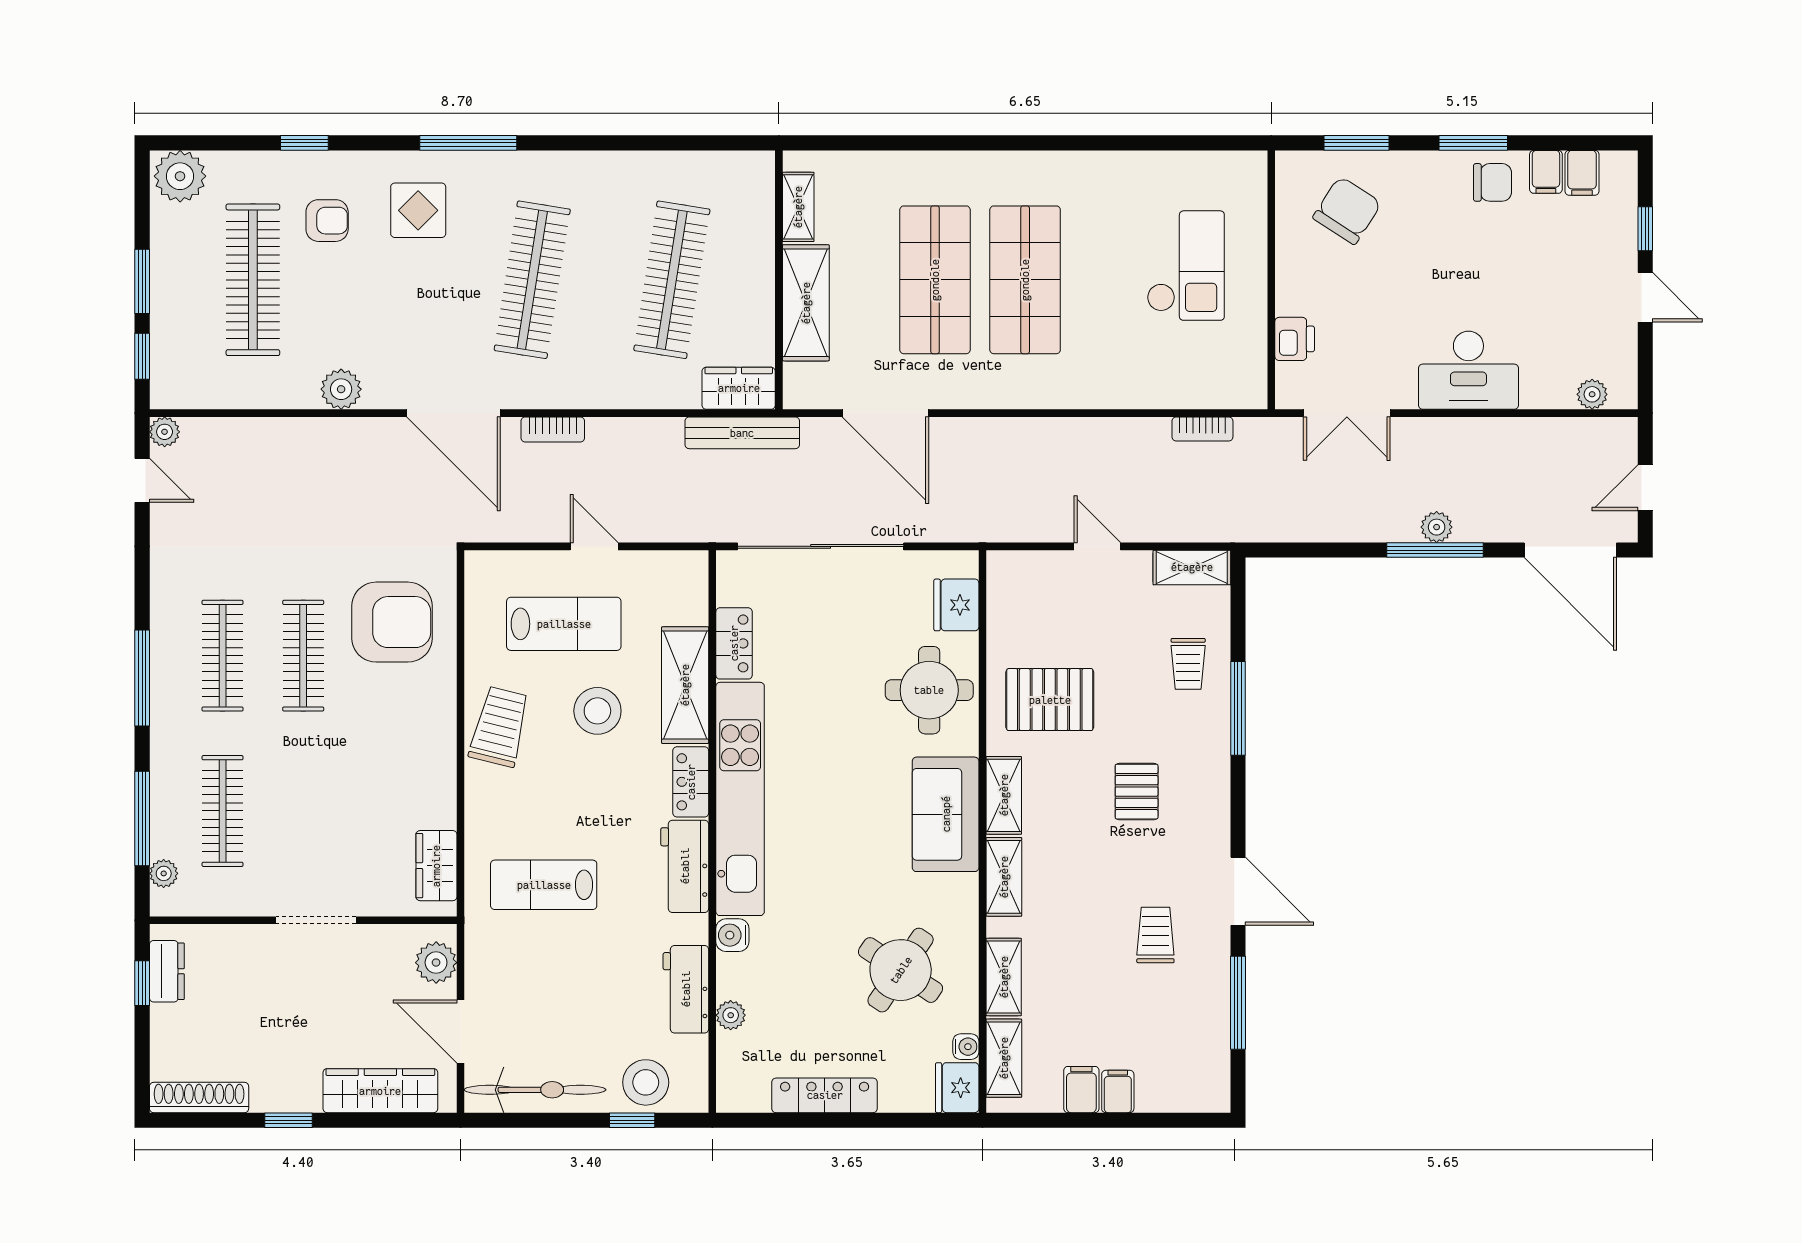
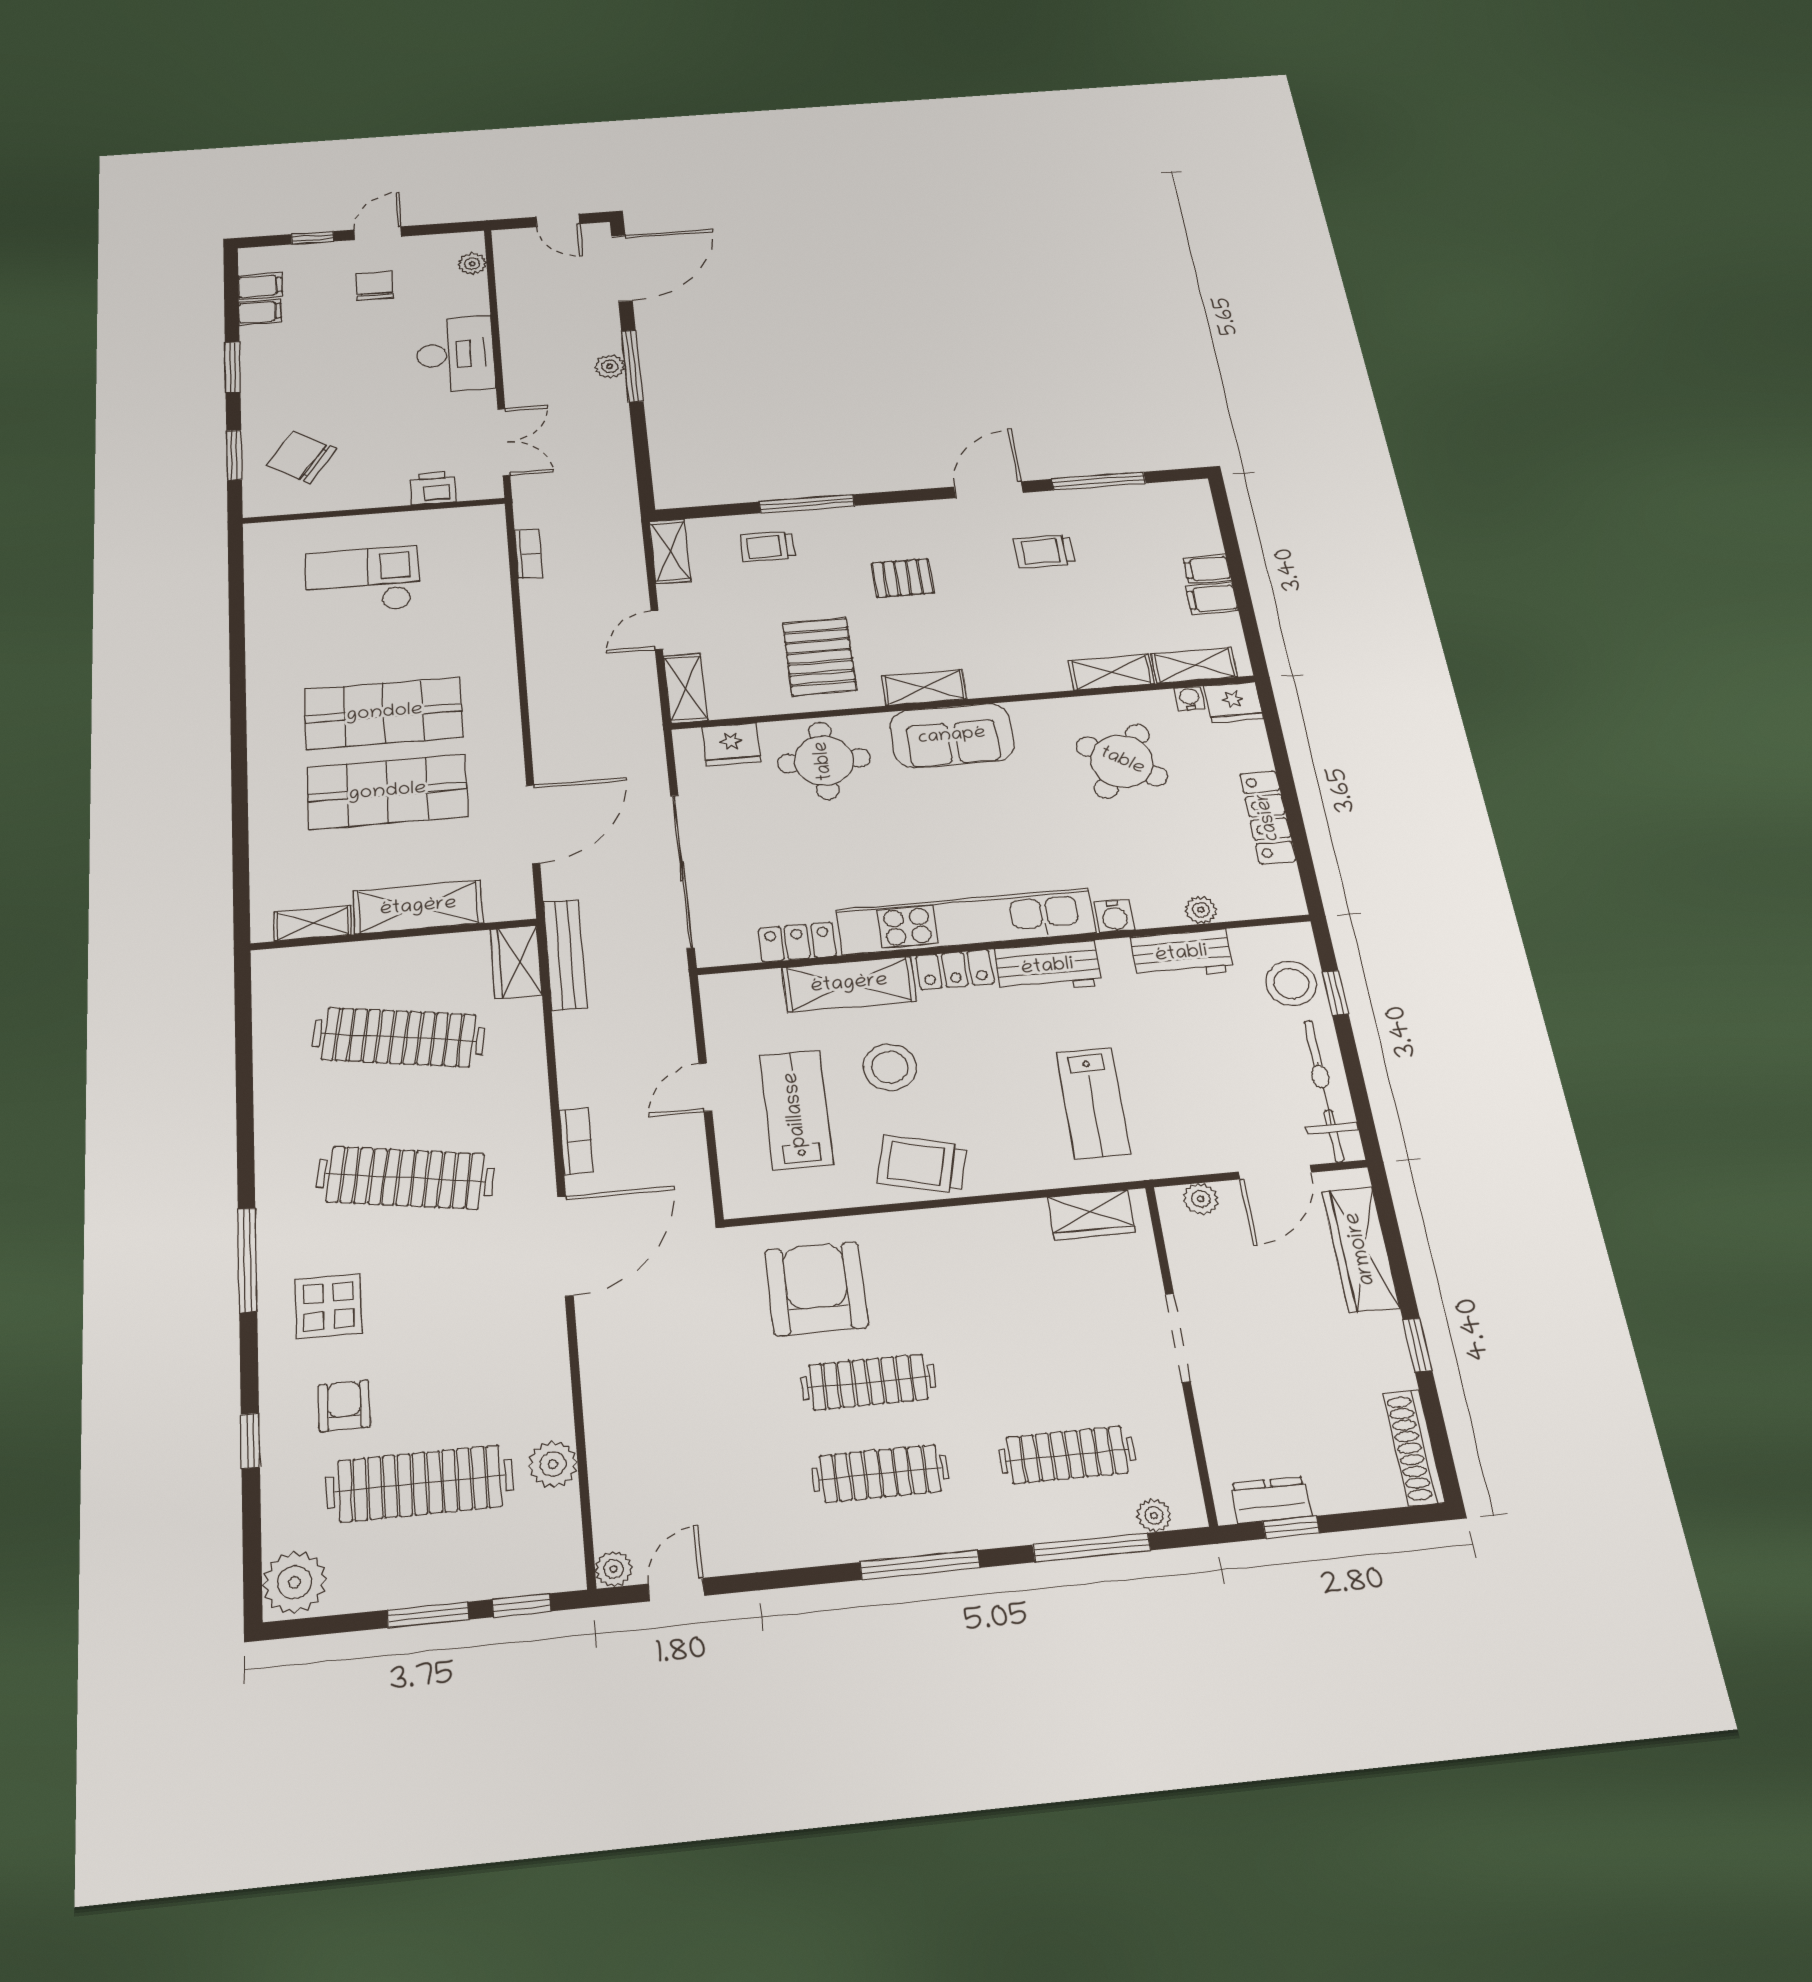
chair: (1493, 182) -> (375, 286), moved
plant: (341, 389) -> (553, 1464), moved
trolley: (1188, 664) -> (768, 547), turned 180
shelving: (1004, 877) -> (685, 688), moved, turned 90
plant: (436, 963) -> (1201, 1199), width x0.73, depth x0.73

